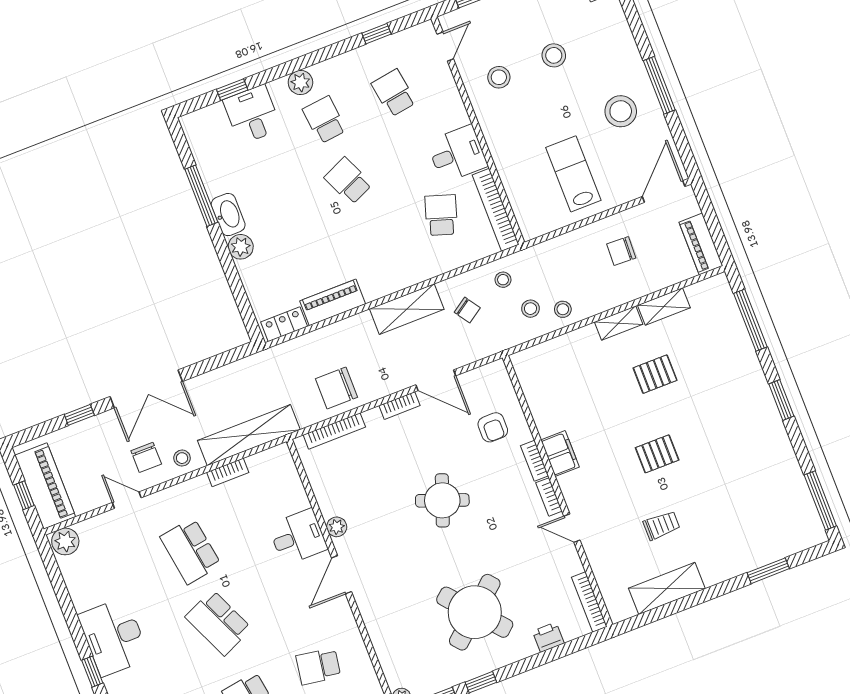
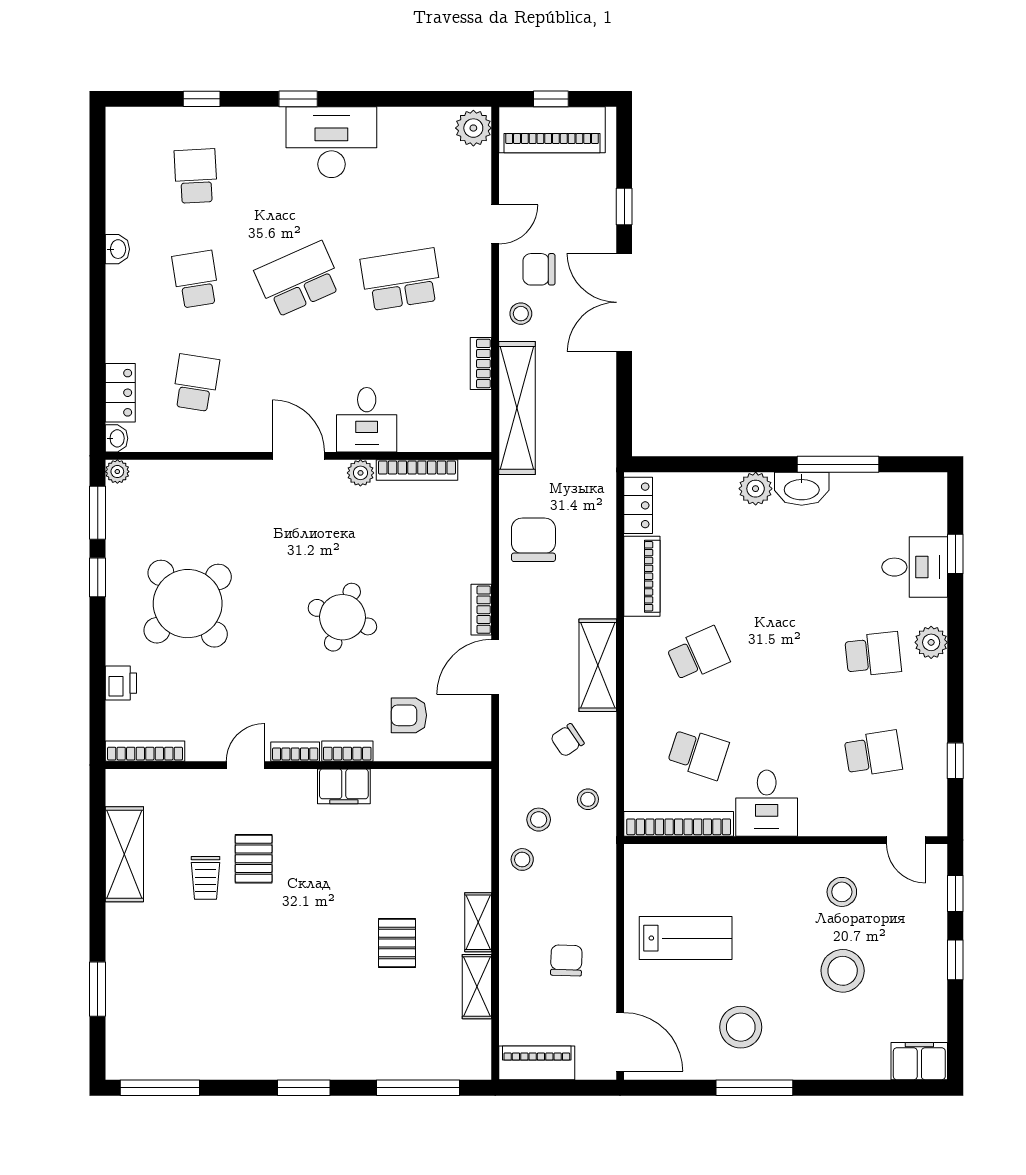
stool: (554, 55) -> (843, 971), width x1.38, depth x1.38
school desk: (348, 181) -> (698, 654), moved
bookcase: (334, 431) -> (417, 470), moved, turned -90
pallet: (657, 454) -> (254, 859), moved

